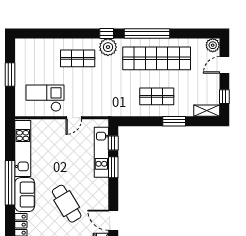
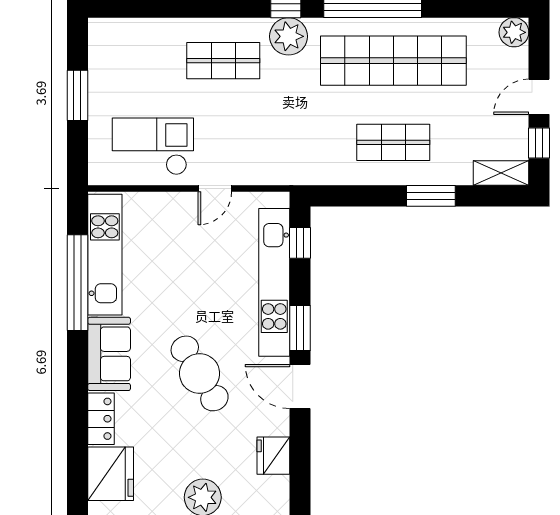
door: (224, 65) -> (539, 97), moved
kitchen unit: (101, 152) -> (274, 282), width x1.36
window: (113, 167) -> (300, 328), moved
window: (10, 183) -> (77, 283), moved
door: (113, 220) -> (300, 387), moved

